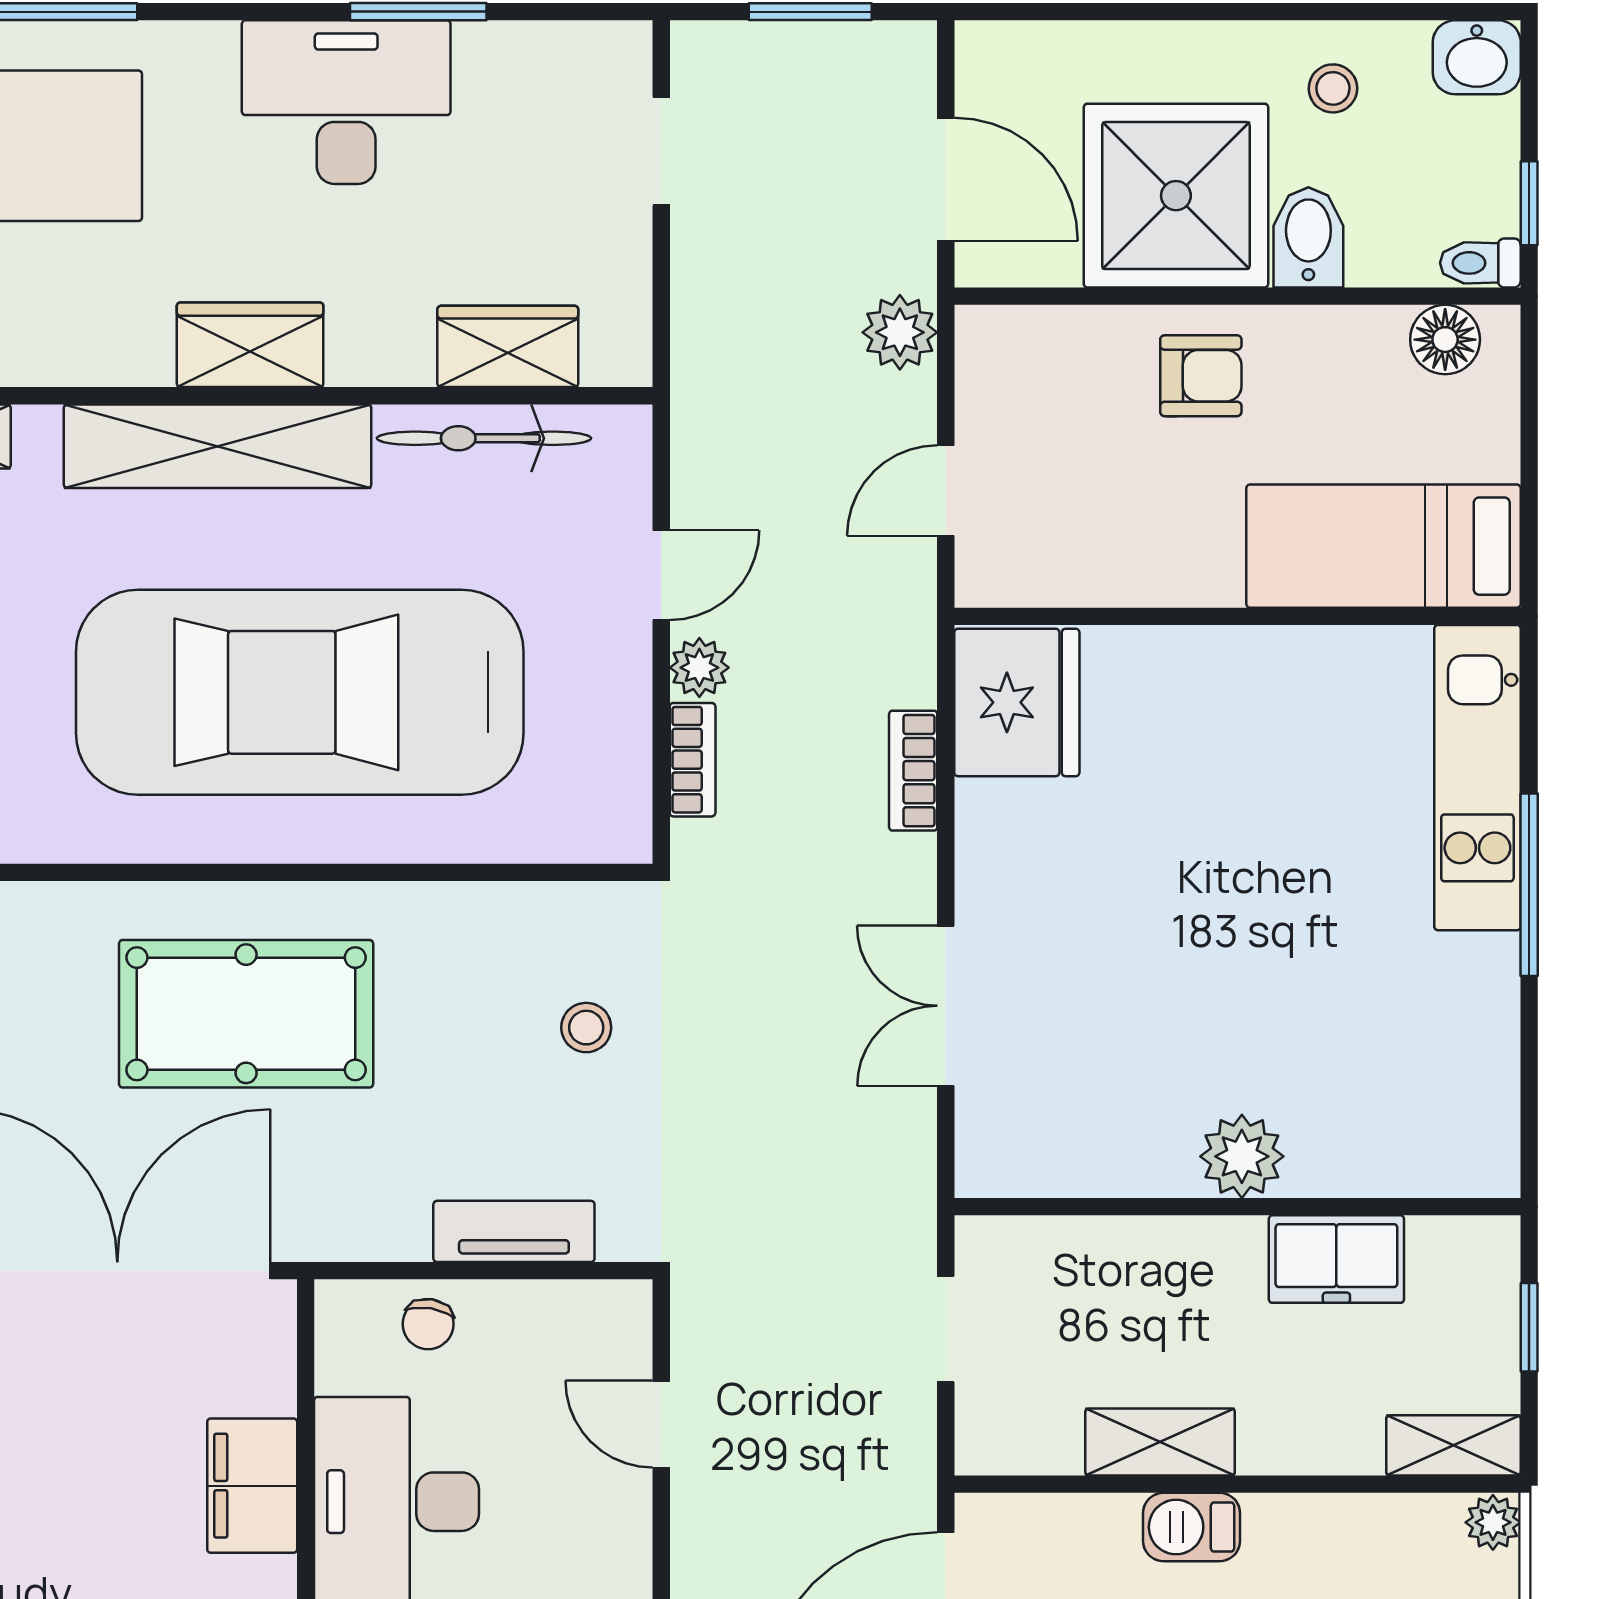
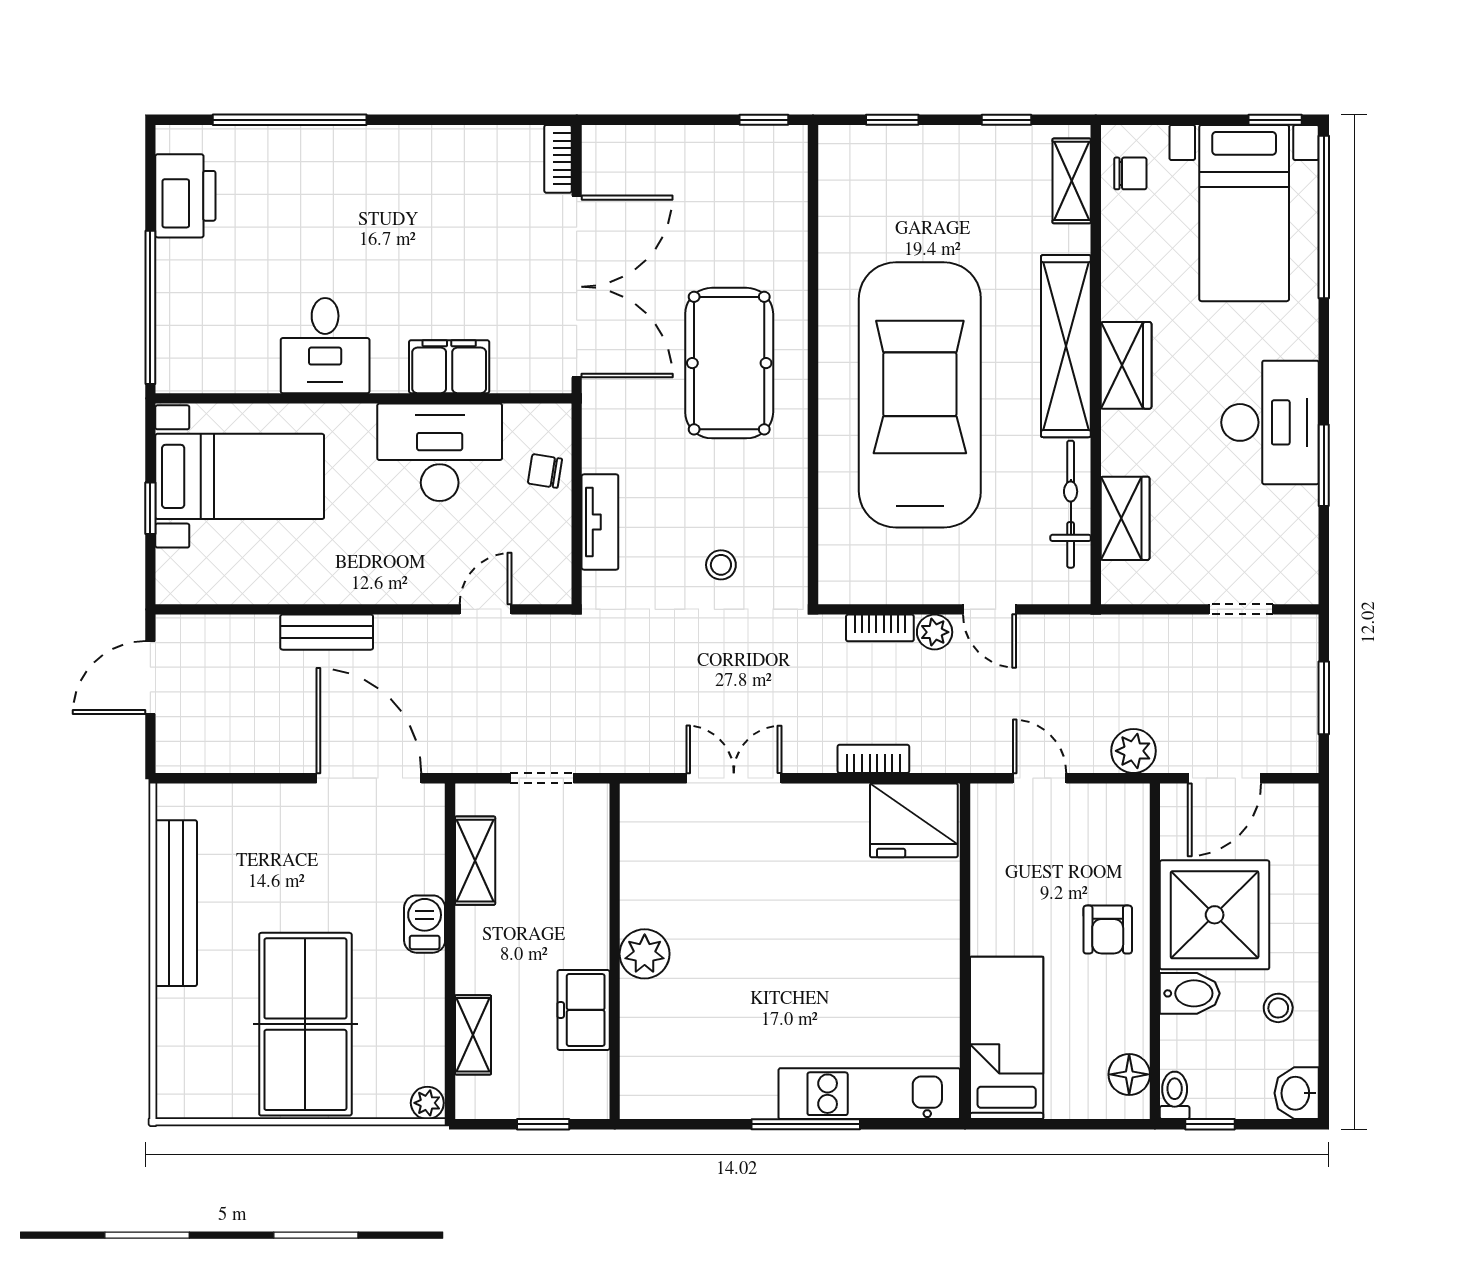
shelving: (1160, 1442) -> (475, 861), moved
shelving: (1453, 1445) -> (473, 1035), moved

